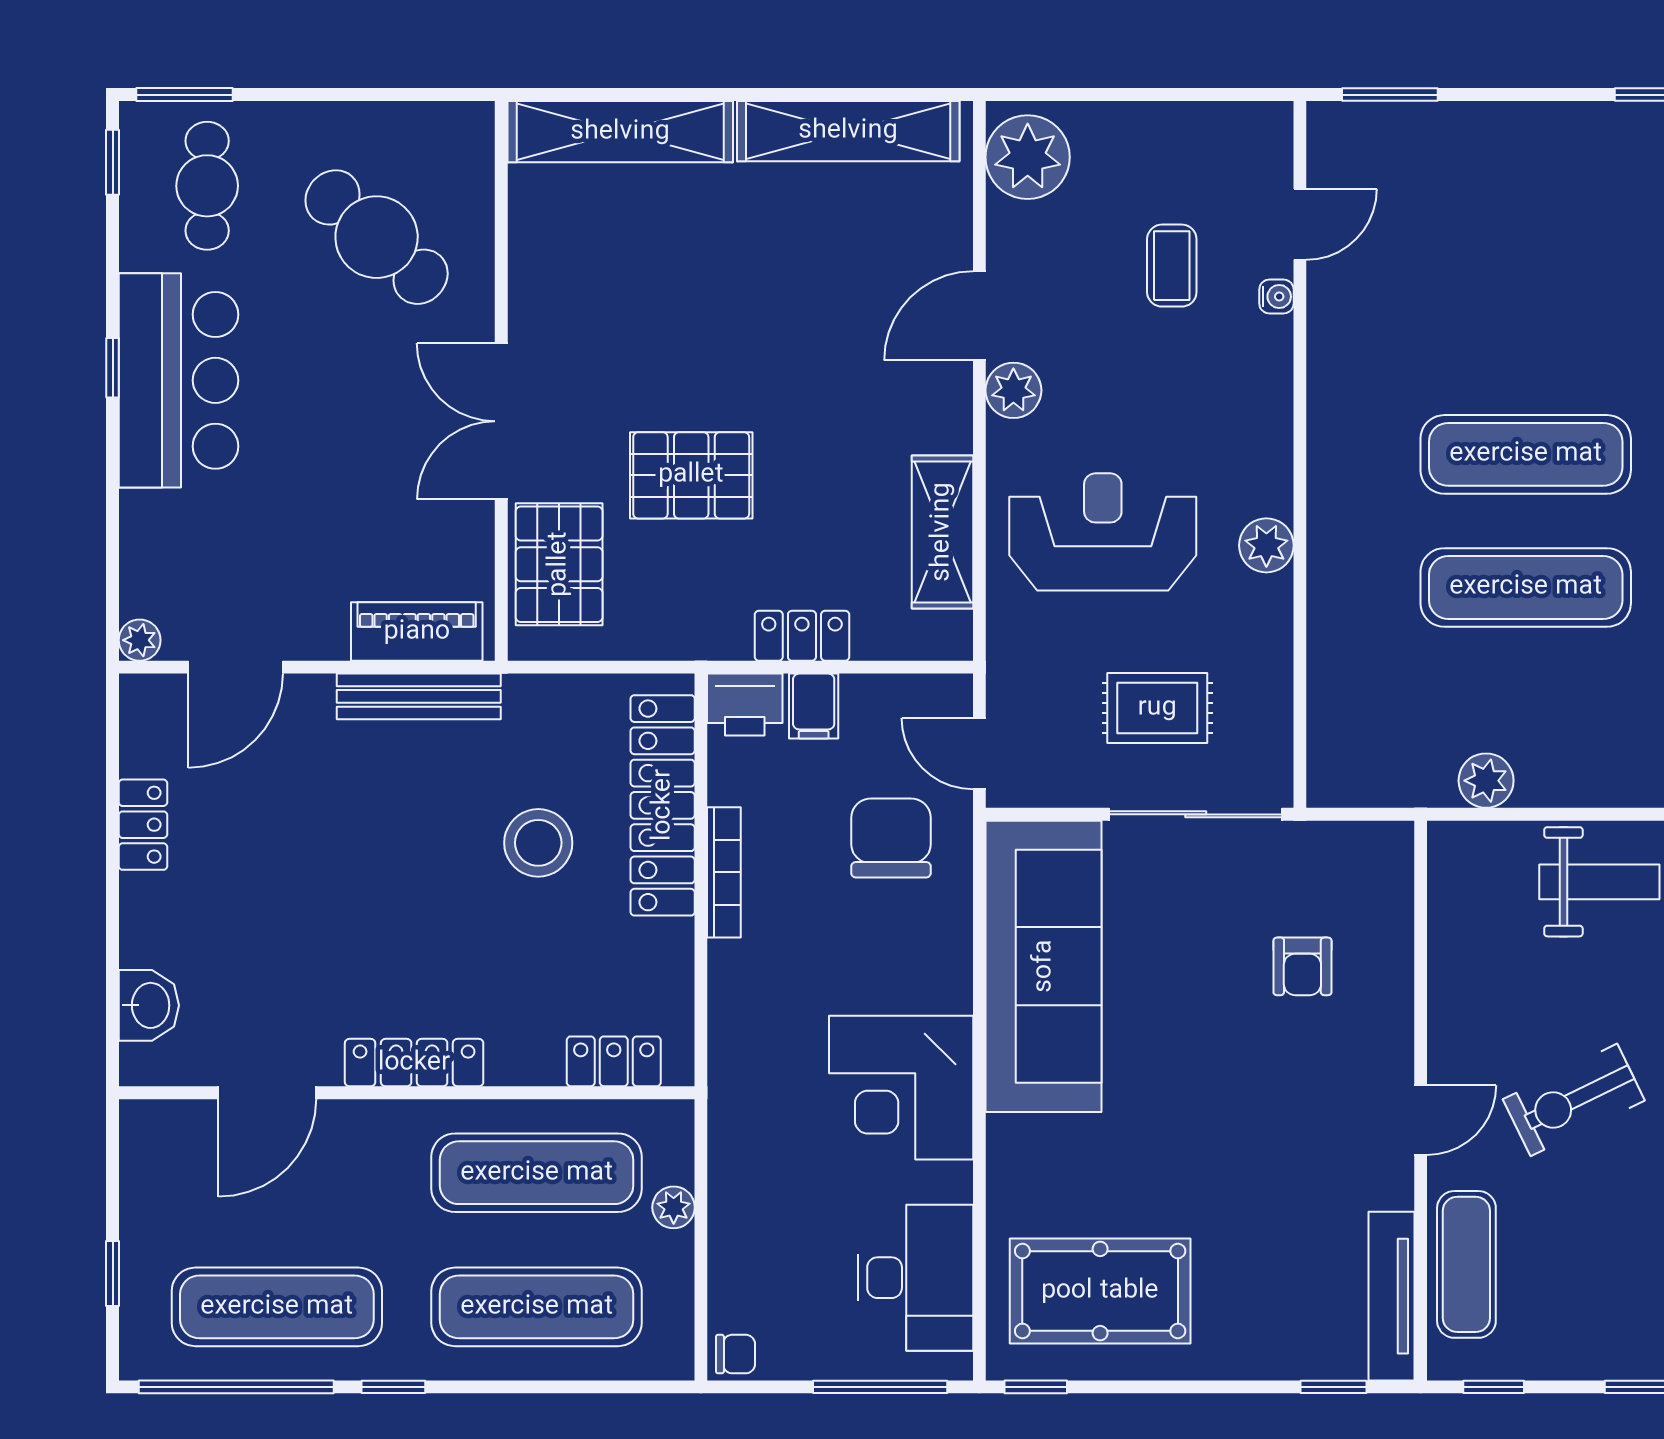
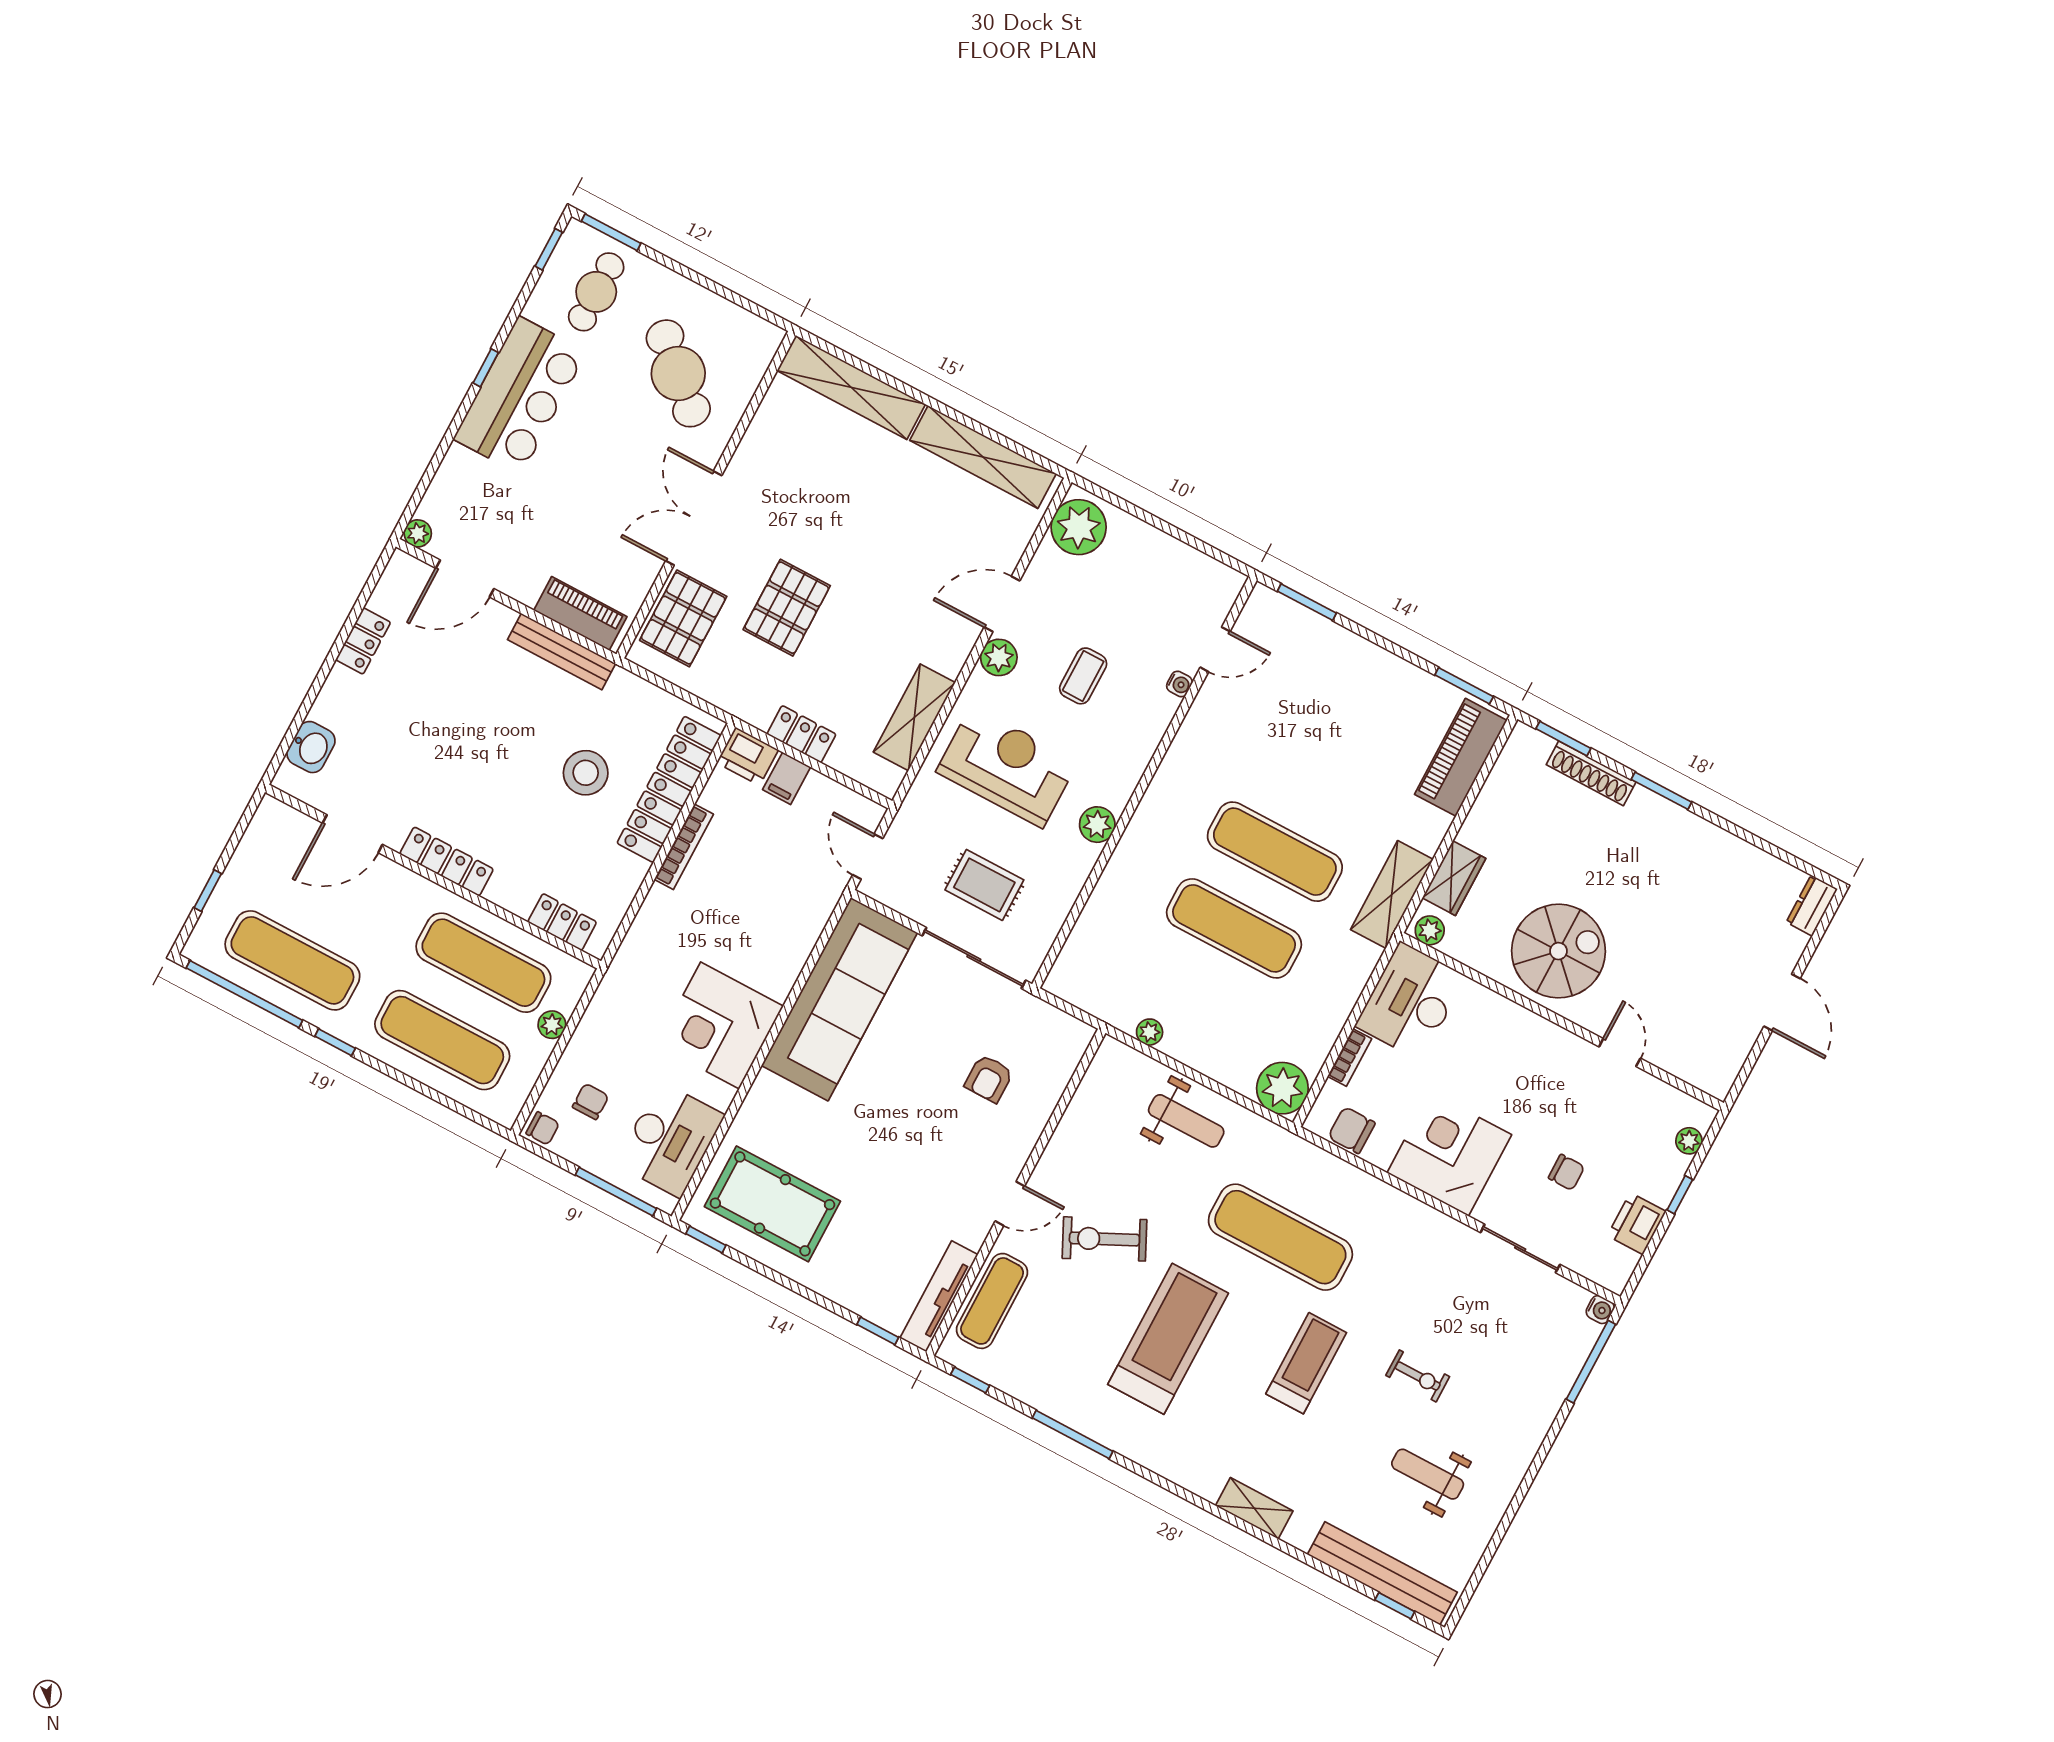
coffee table: (1172, 266) -> (1083, 676), moved
pallet: (691, 475) -> (787, 608), turned 90
plant: (1486, 781) -> (1150, 1032), width x0.73, depth x0.73
chair: (891, 838) -> (591, 1101), moved, width x0.54, depth x0.54

